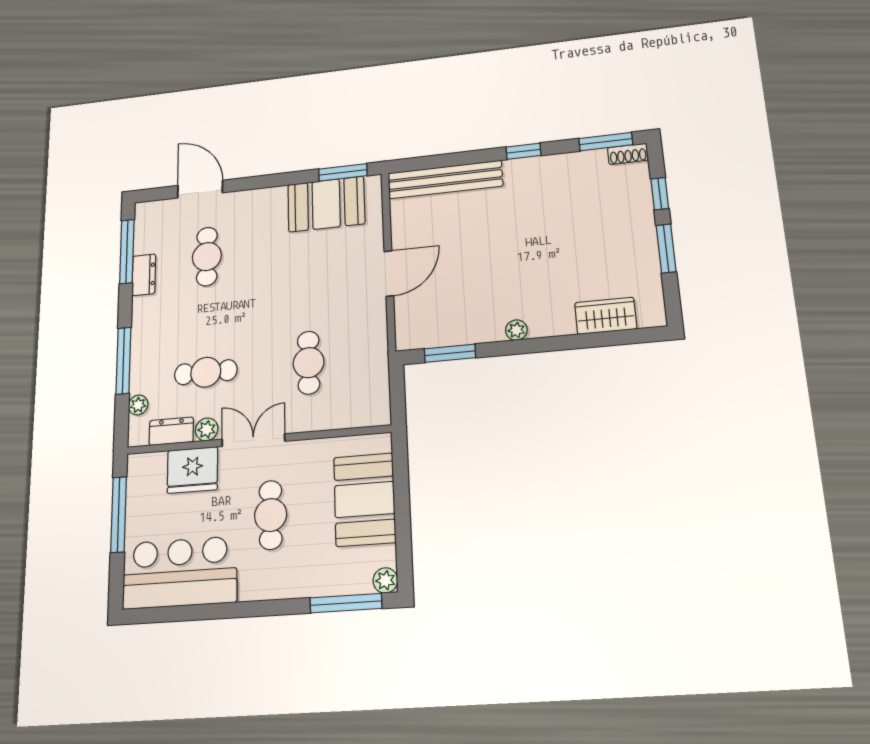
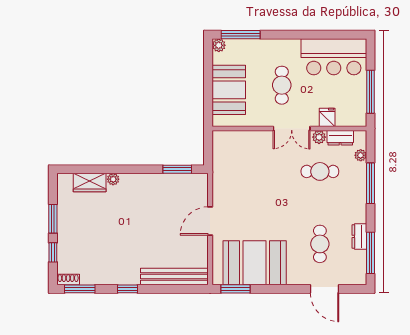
booth: (326, 204) -> (255, 263), width x1.36, depth x1.42
plant: (516, 330) -> (113, 179), moved
cafe table: (309, 363) -> (259, 171), removed
fridge: (192, 470) -> (327, 117), width x0.53, depth x0.75

